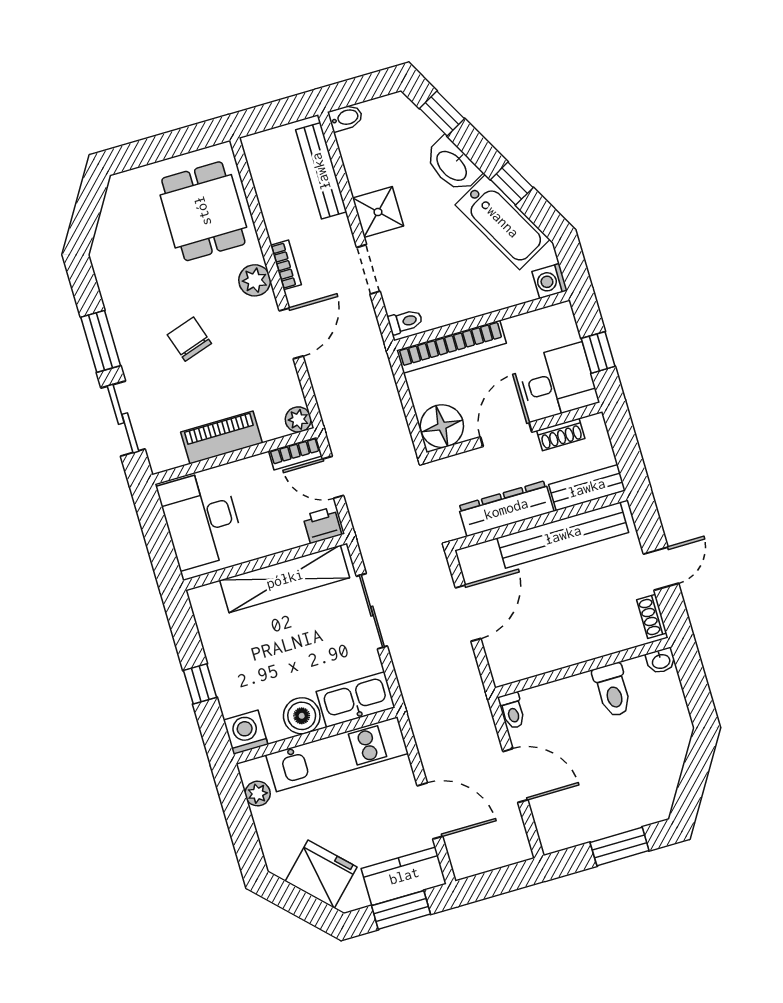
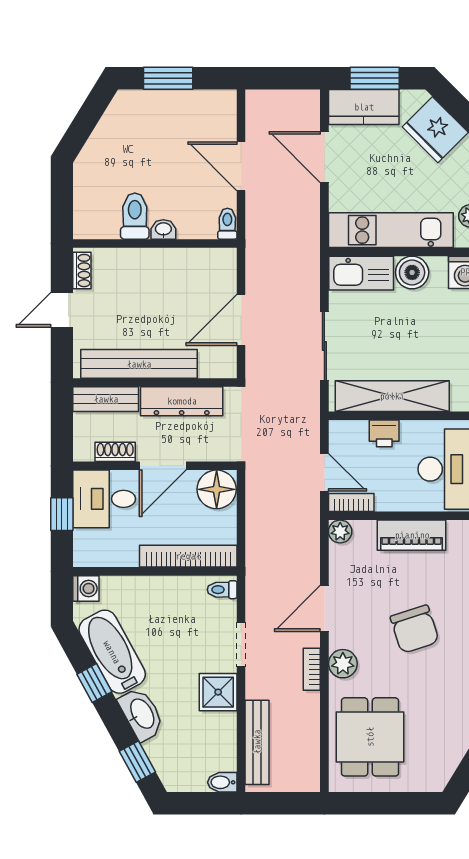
chair: (189, 339) -> (415, 629), width x1.37, depth x1.37
printer: (322, 525) -> (384, 433), moved
washbasin: (661, 661) -> (163, 229), moved

